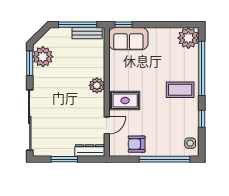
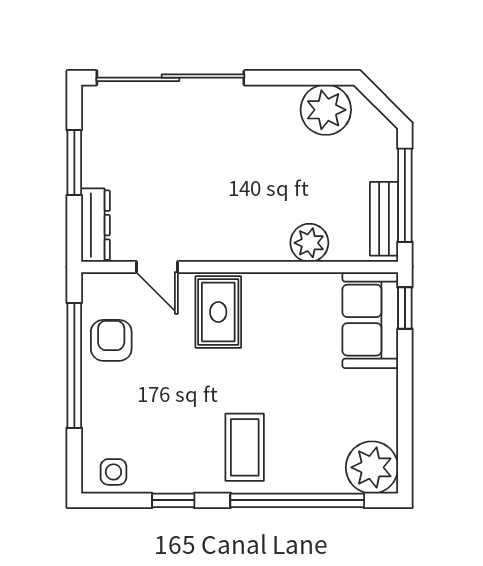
window: (30, 63) -> (310, 78), removed
plant: (97, 85) -> (309, 243), moved
window: (164, 159) -> (74, 365), moved

